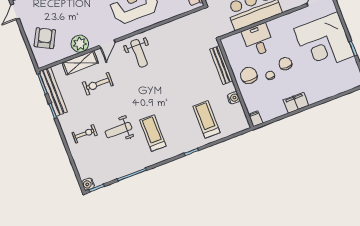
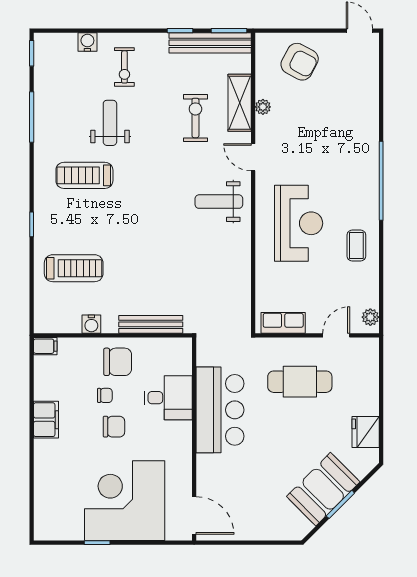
plant: (80, 44) -> (263, 107), width x0.53, depth x0.53
treadmill: (153, 133) -> (84, 175), turned 180
water cooler: (88, 184) -> (87, 42), moved

